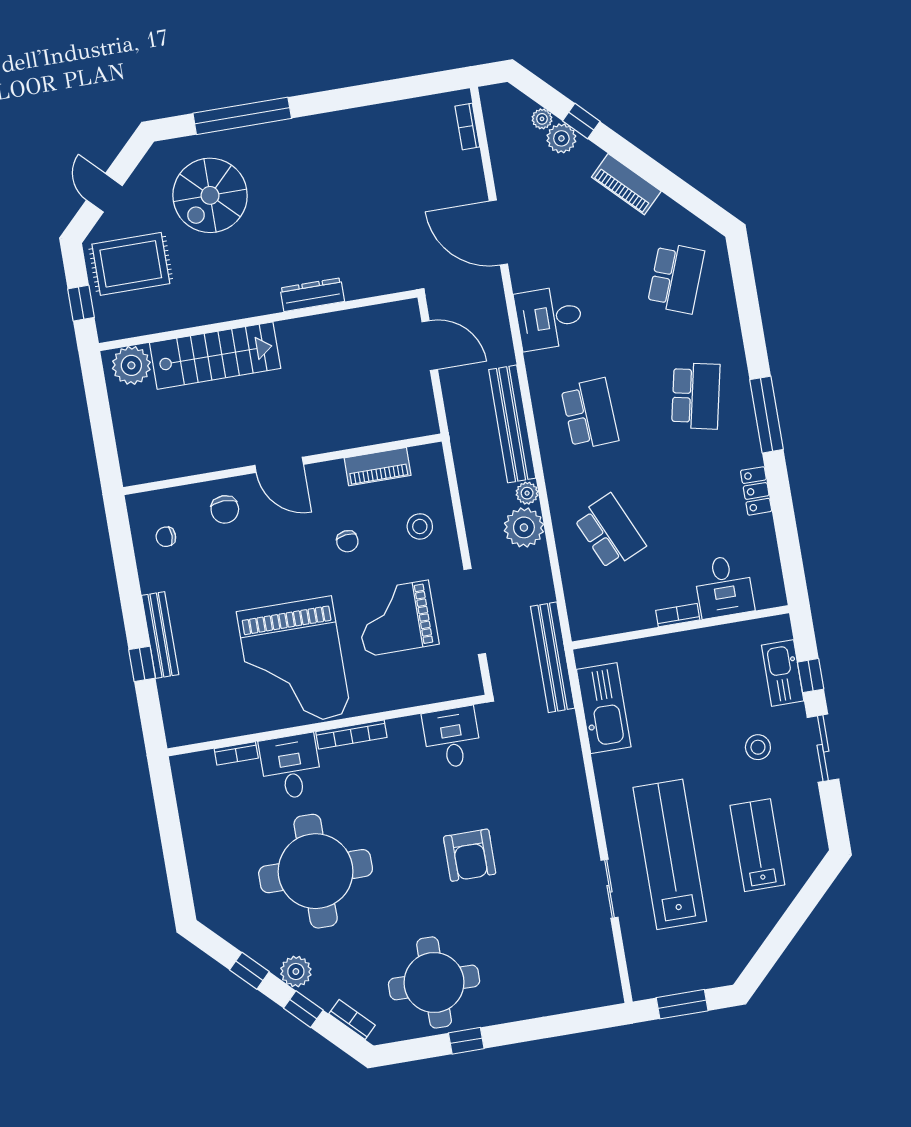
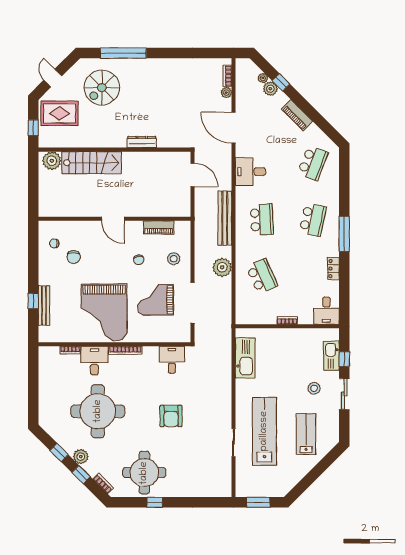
plant: (527, 493) -> (226, 93), moved
chair: (225, 509) -> (74, 257), moved
desk: (724, 586) -> (326, 311), moved
bench: (160, 635) -> (44, 306), moved
bench: (553, 657) -> (225, 330), removed

